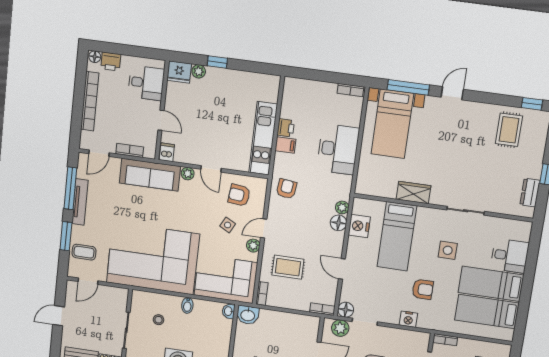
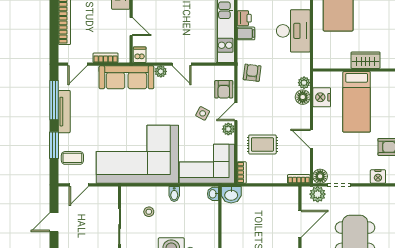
armchair: (239, 195) -> (224, 89), moved, turned -96

